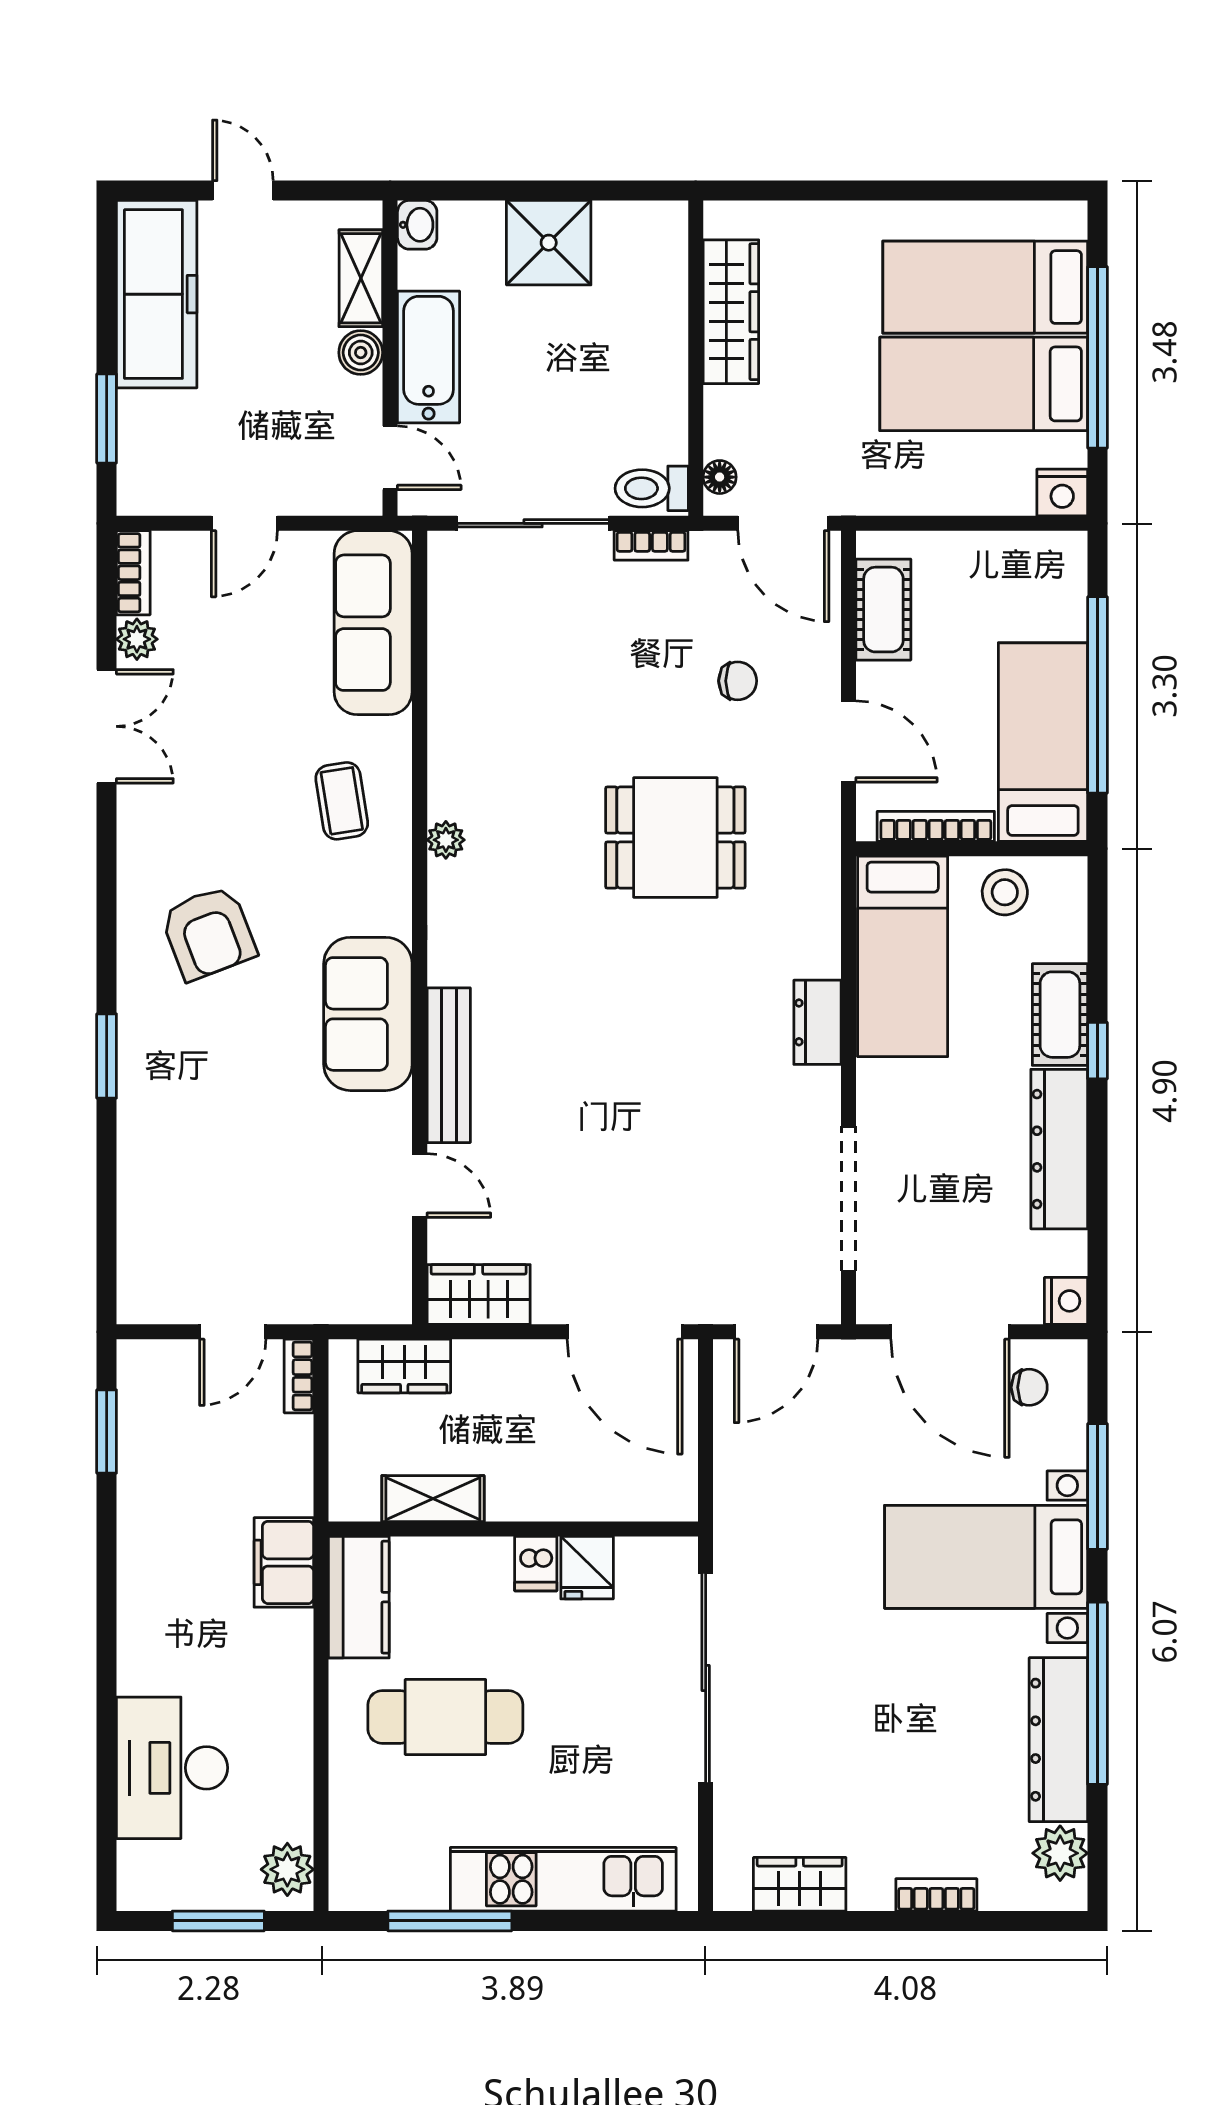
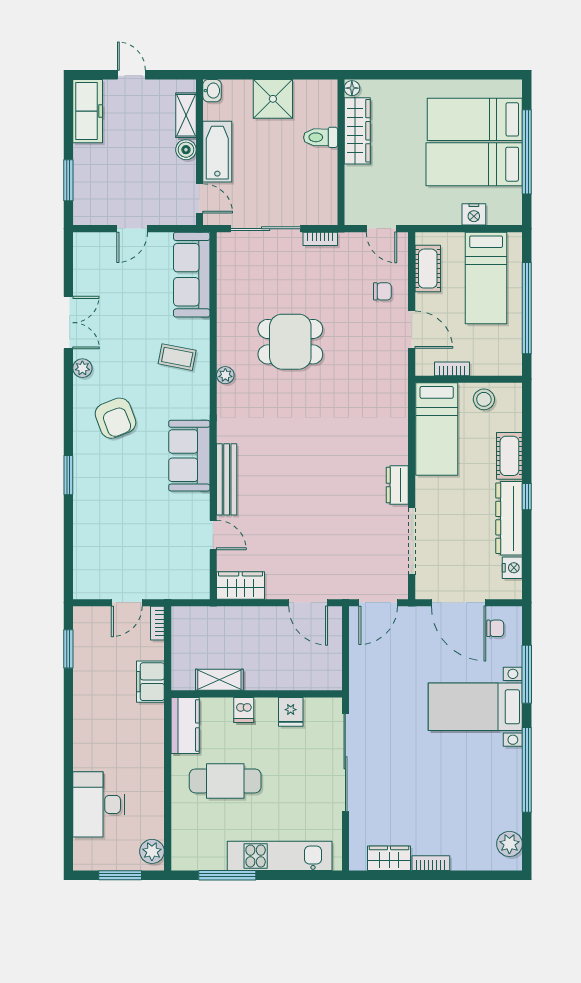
freezer: (157, 294) -> (88, 111), width x0.73, depth x0.79
floor lamp: (720, 477) -> (352, 88), moved
toilet: (652, 488) -> (321, 137), moved
nightstand: (1062, 493) -> (474, 214), moved
door: (783, 523) -> (381, 229), width x0.73
bookcase: (133, 573) -> (81, 252), removed
plant: (137, 639) -> (82, 368), moved
chair: (738, 681) -> (382, 291), moved
bed: (1043, 742) -> (486, 278), moved, turned 180
coffee table: (342, 801) -> (177, 357), turned -70
bookcase: (936, 826) -> (452, 369), width x0.64
dining table: (675, 837) -> (290, 342), moved
dresser: (817, 1022) -> (397, 485), moved
window: (1097, 1051) -> (527, 497), moved
nightstand: (1066, 1301) -> (512, 568), moved
door: (625, 1332) -> (308, 603), width x0.73
wardrobe: (404, 1366) -> (206, 619), removed
filing cabinet: (284, 1562) -> (150, 682), moved
dishwasher: (536, 1564) -> (244, 710), moved
dresser: (1058, 1740) -> (509, 791), removed
bookcase: (936, 1895) -> (431, 863), moved

